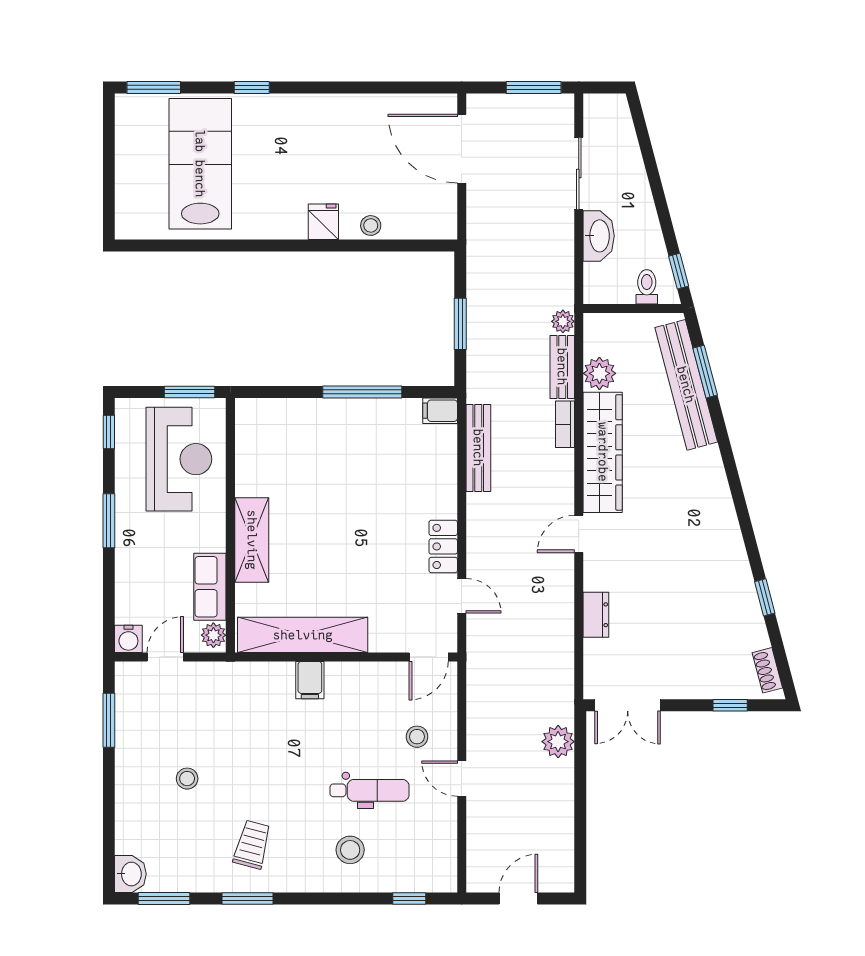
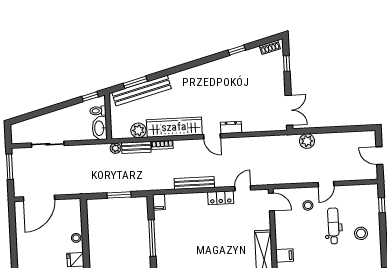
washbasin: (599, 236) -> (100, 128), moved, turned -90
bench: (478, 448) -> (194, 183), moved
dresser: (596, 615) -> (231, 128), moved

